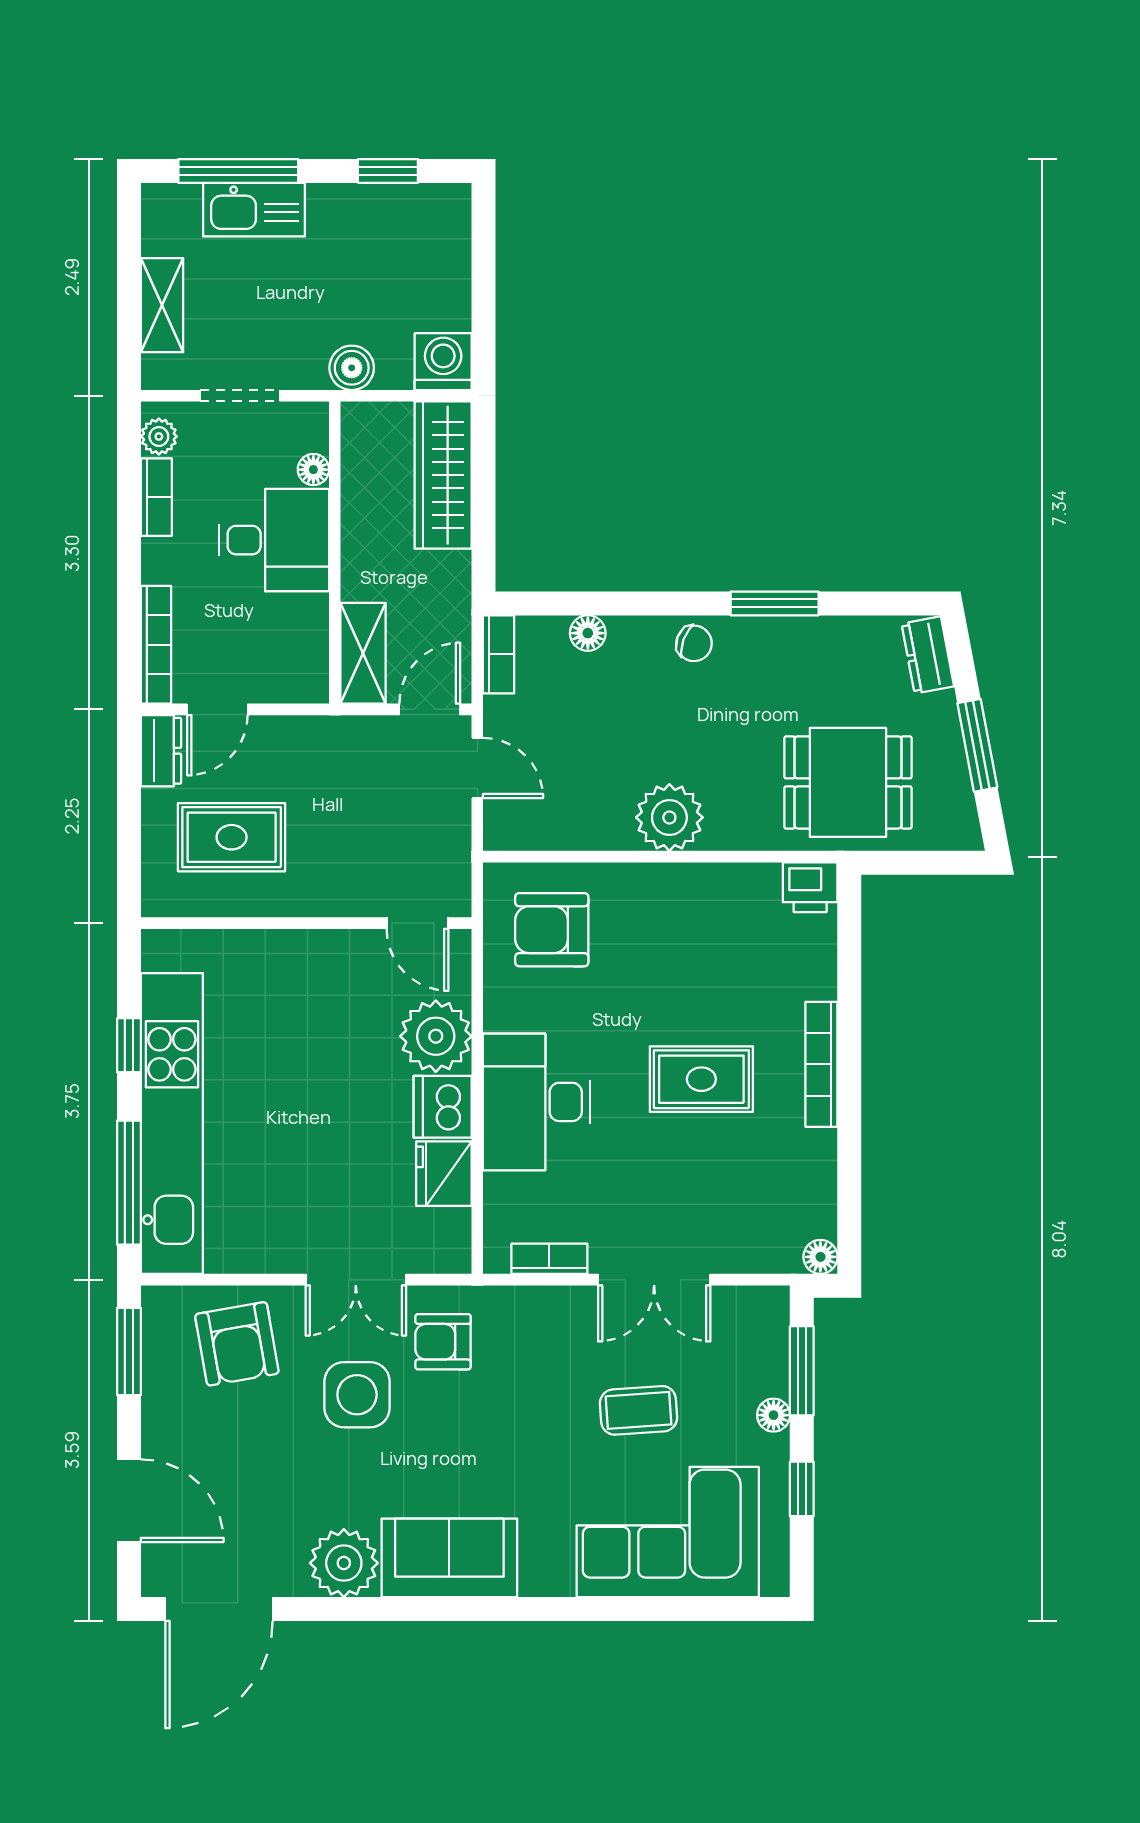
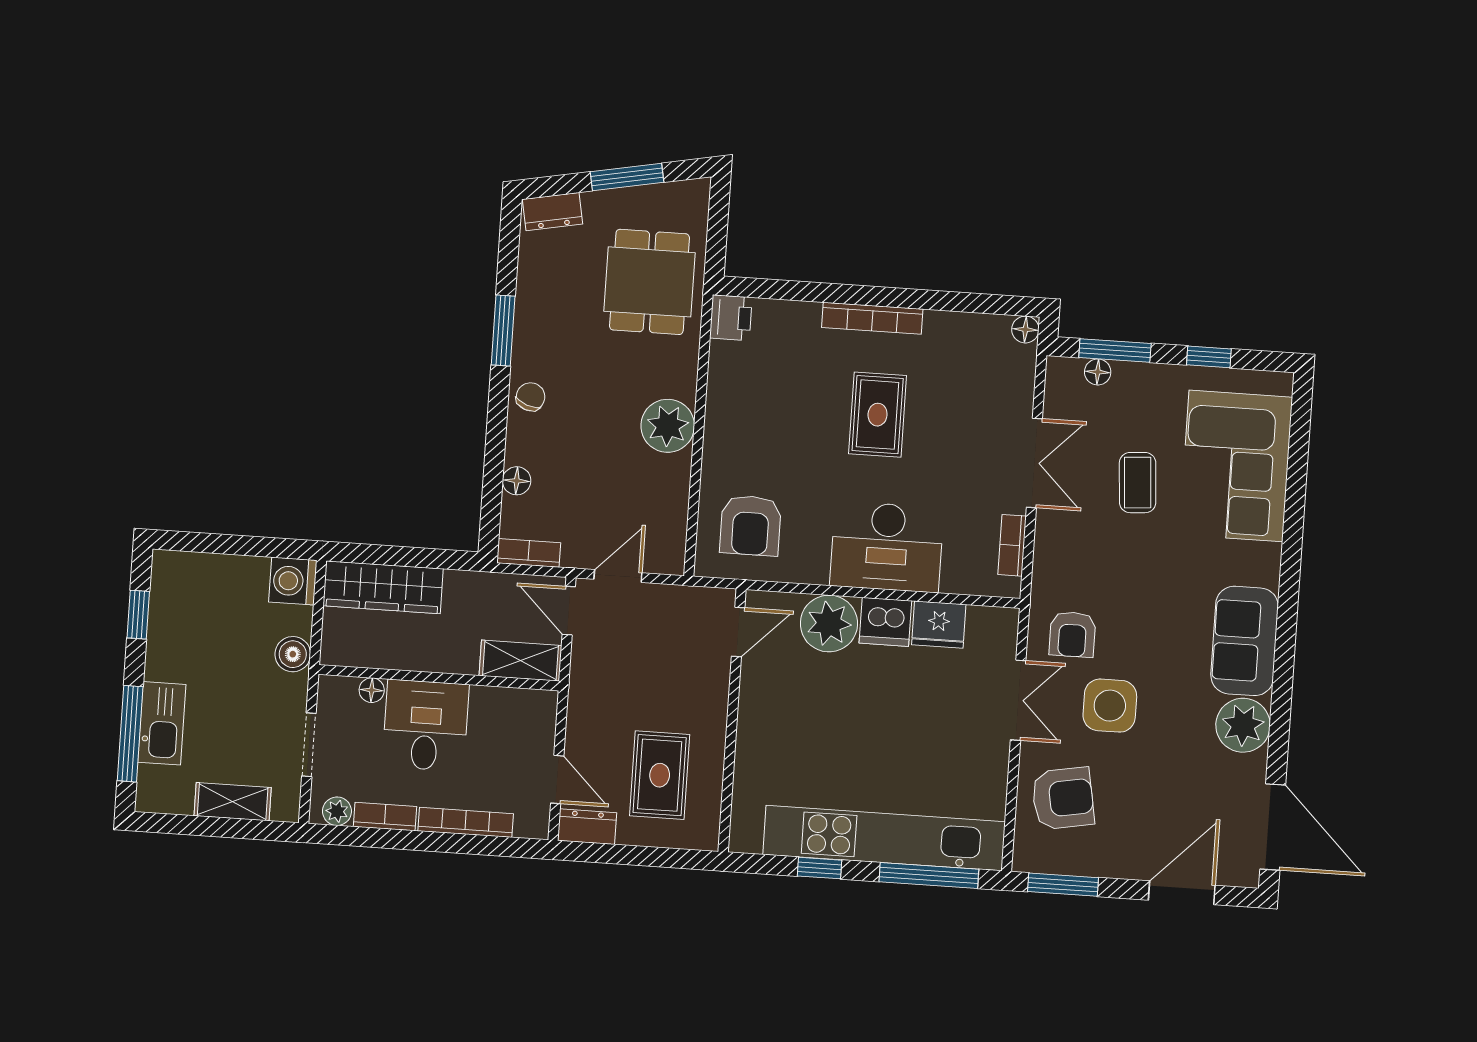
bookcase: (156, 645) -> (466, 822), moved
floor lamp: (774, 1415) -> (1098, 372), moved

